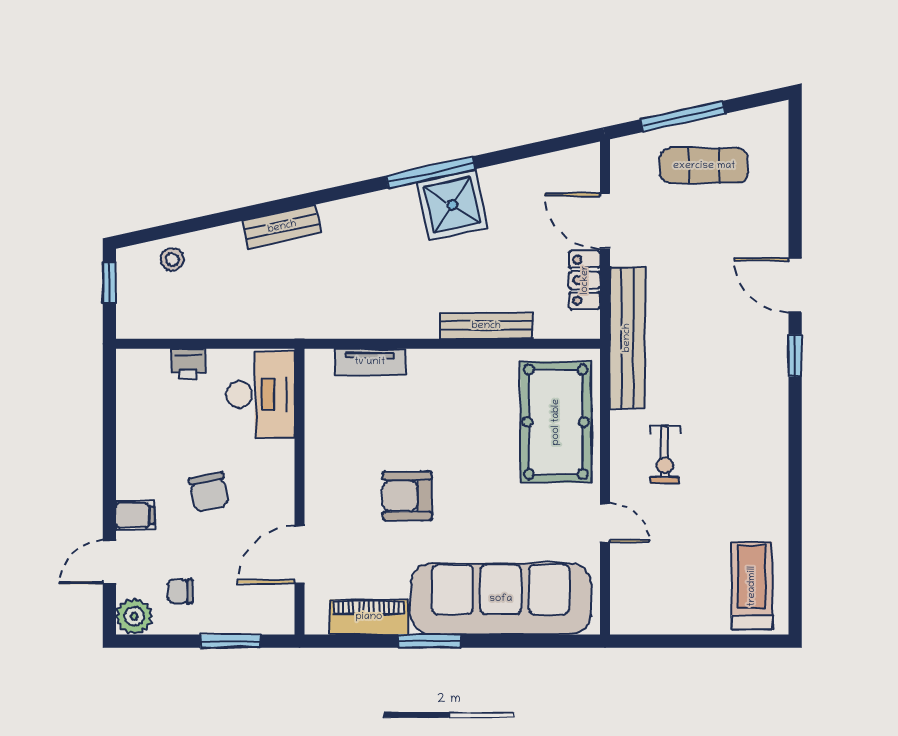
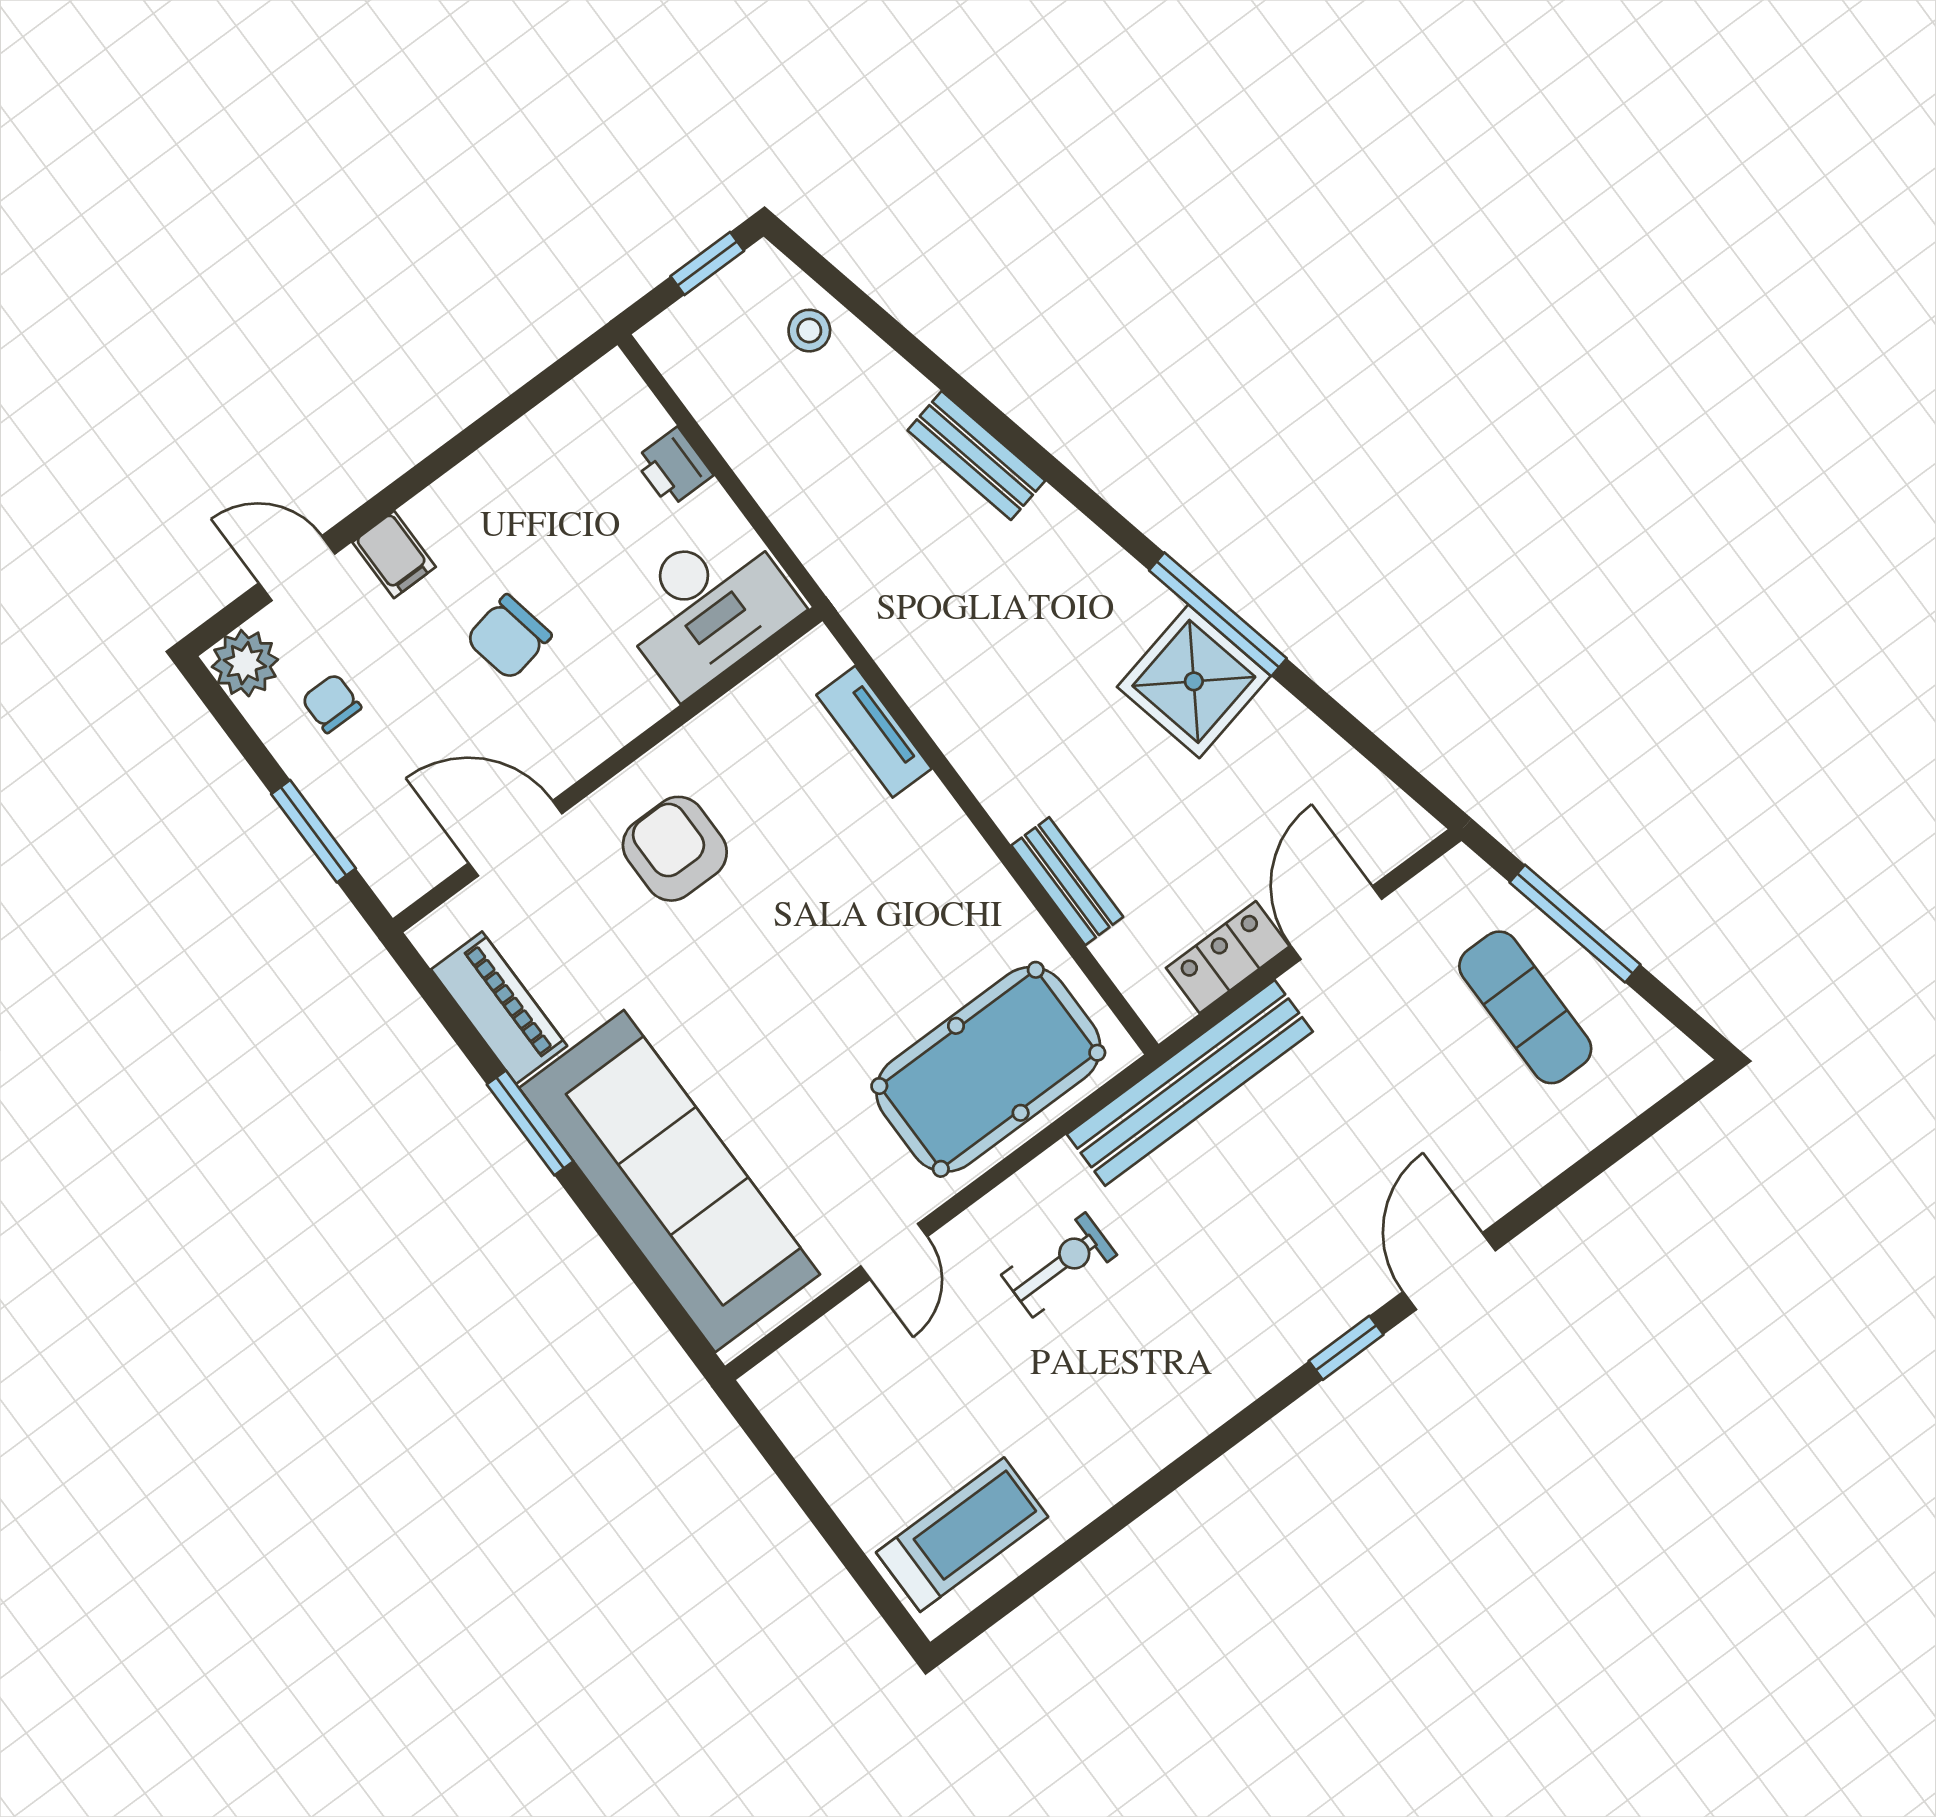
bench: (486, 326) -> (1067, 881), width x0.73
exercise bike: (665, 455) -> (1059, 1265), turned 180
armchair: (407, 496) -> (675, 849), moved

